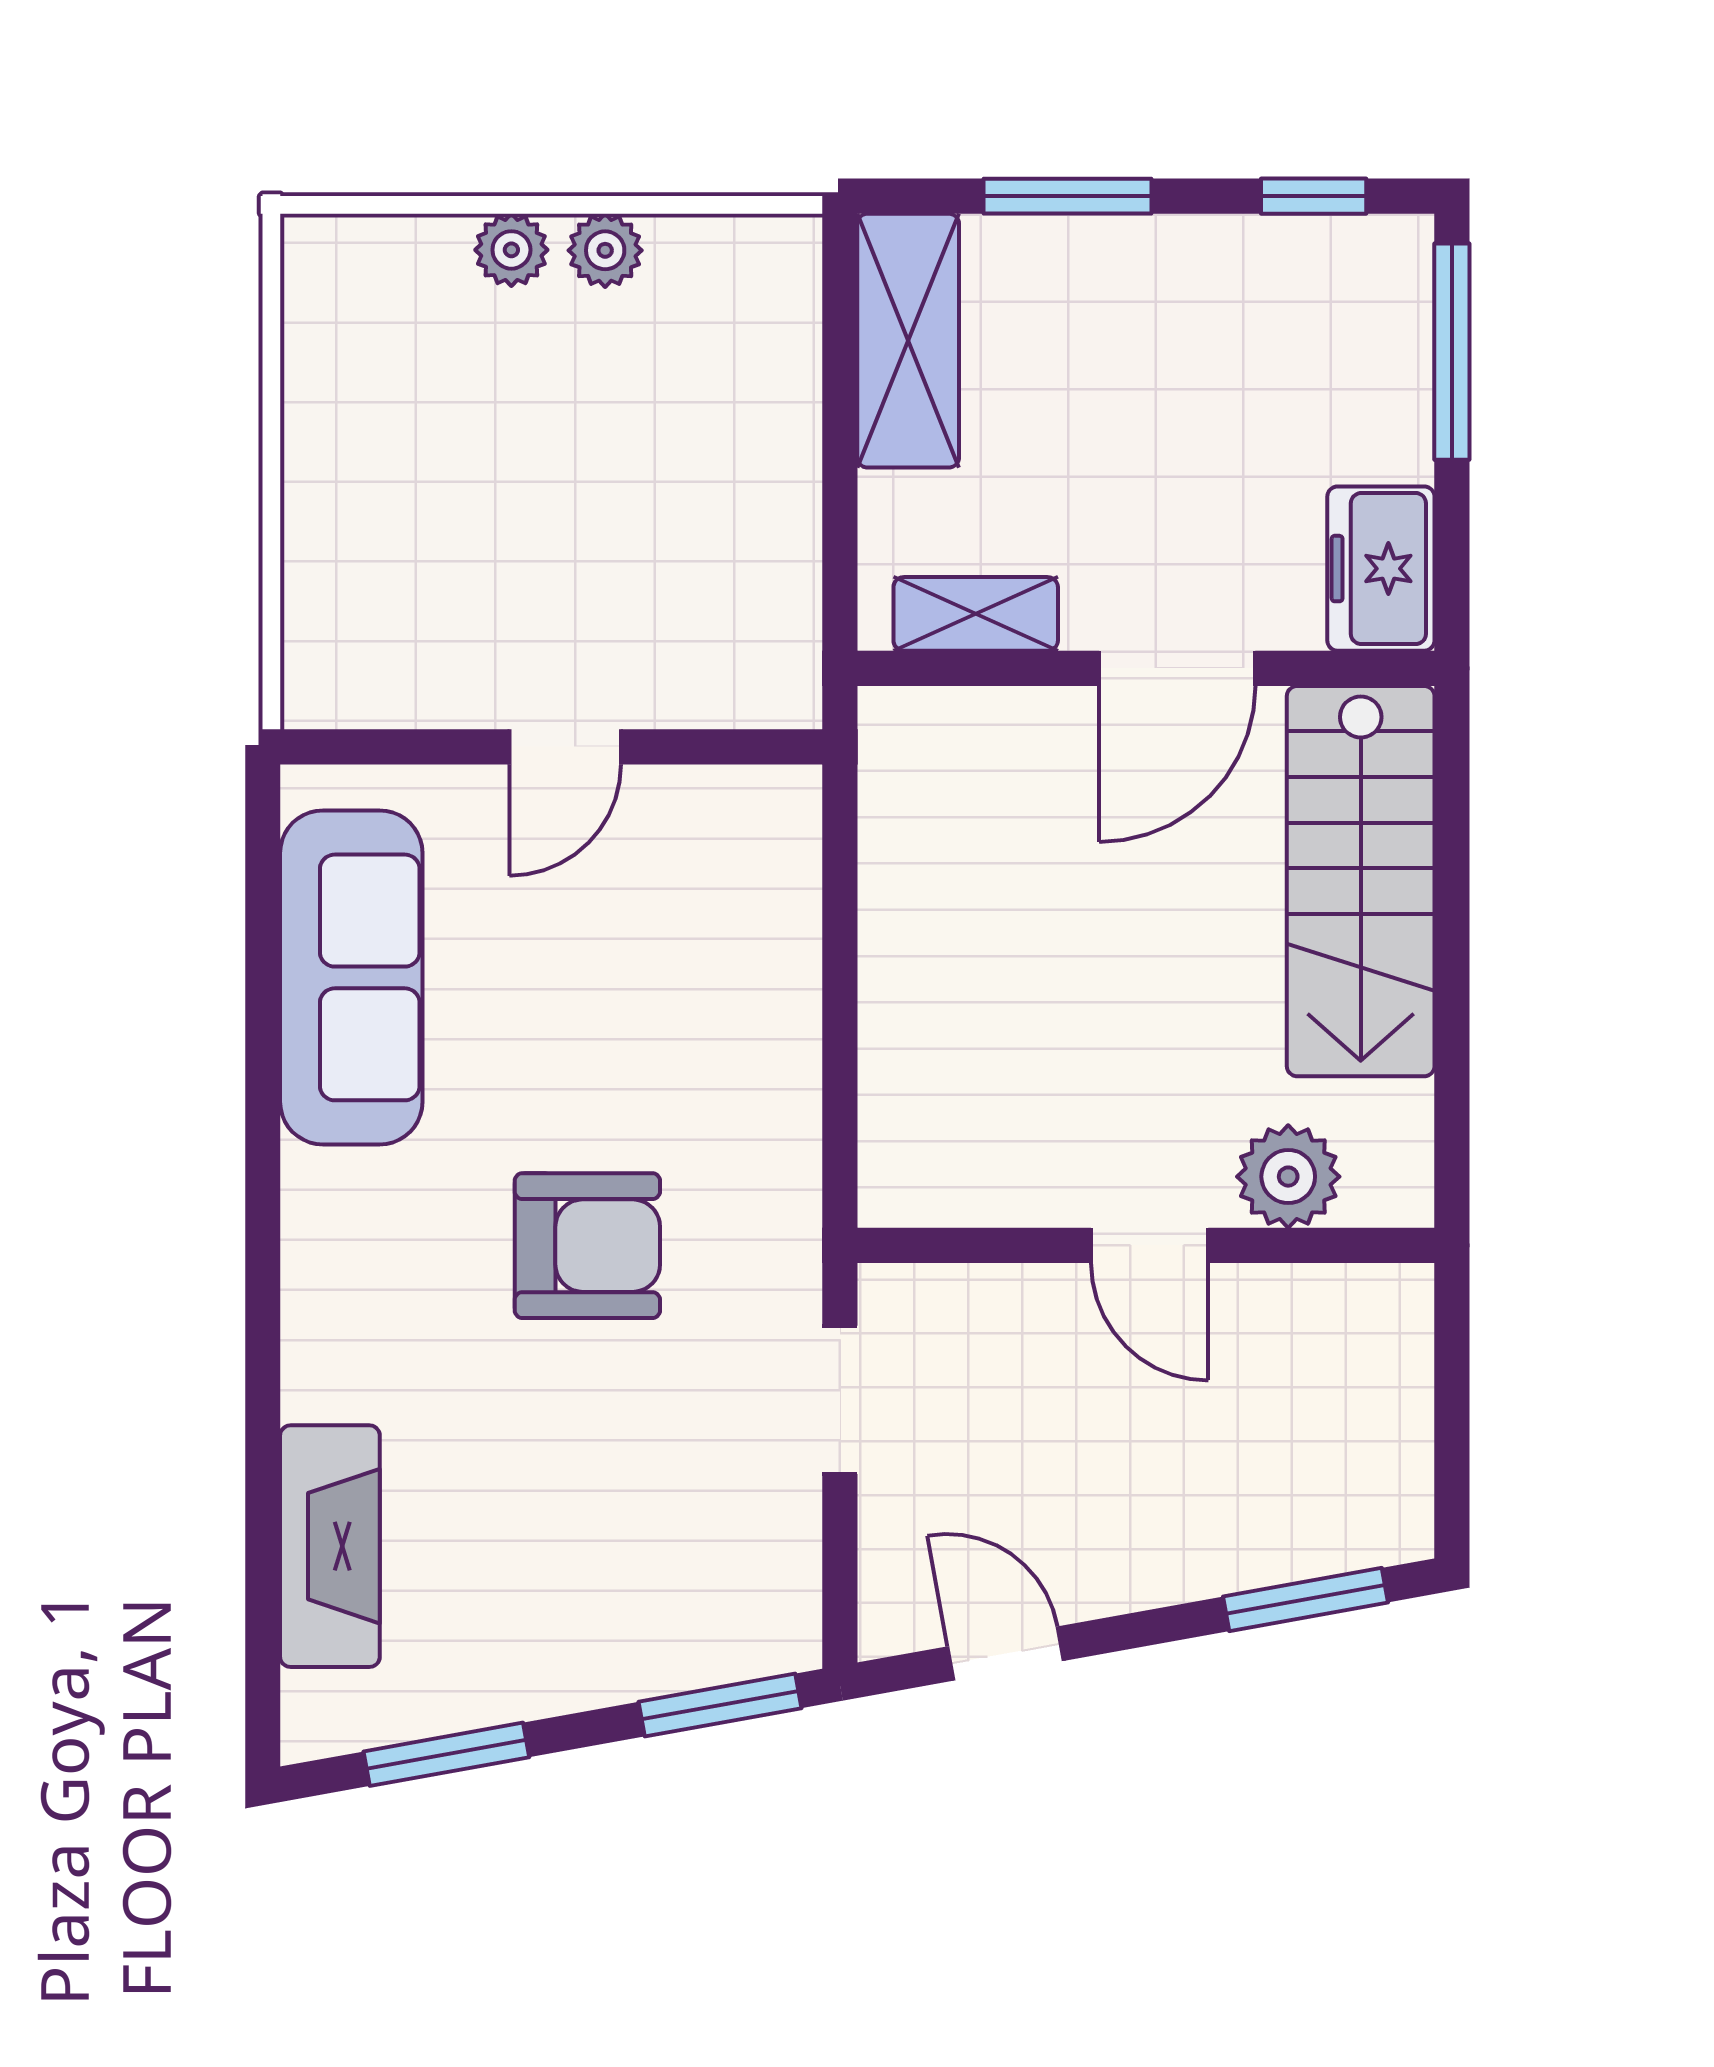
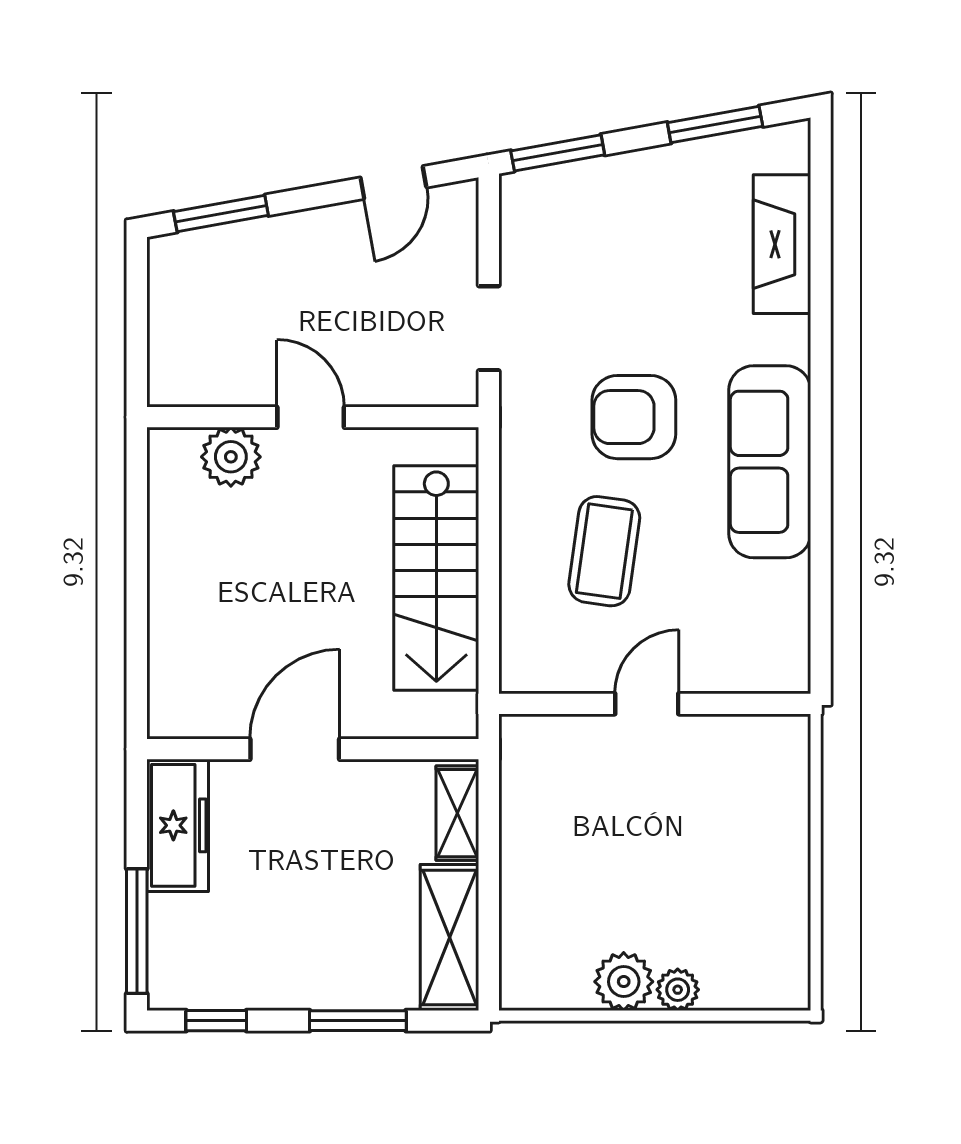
plant: (605, 250) -> (624, 982), width x1.38, depth x1.38
freezer: (1381, 569) -> (178, 825), width x1.40
shelving: (976, 614) -> (457, 813), moved, turned 90
stairs: (1361, 881) -> (436, 578), moved, turned 180
sofa: (351, 977) -> (770, 462), moved
coffee table: (639, 1012) -> (604, 551), added
door: (1006, 1654) -> (393, 182), hinge flipped

